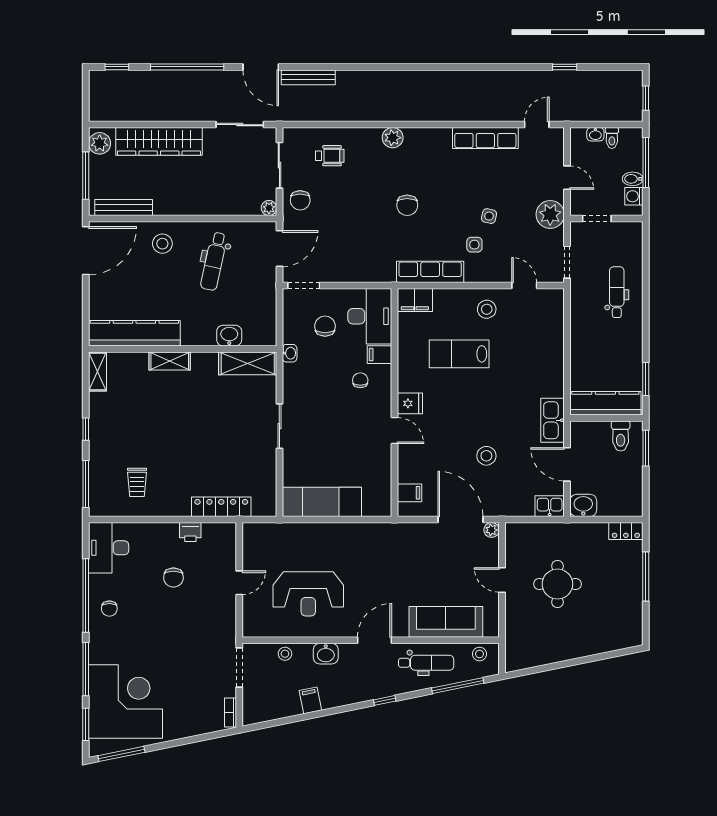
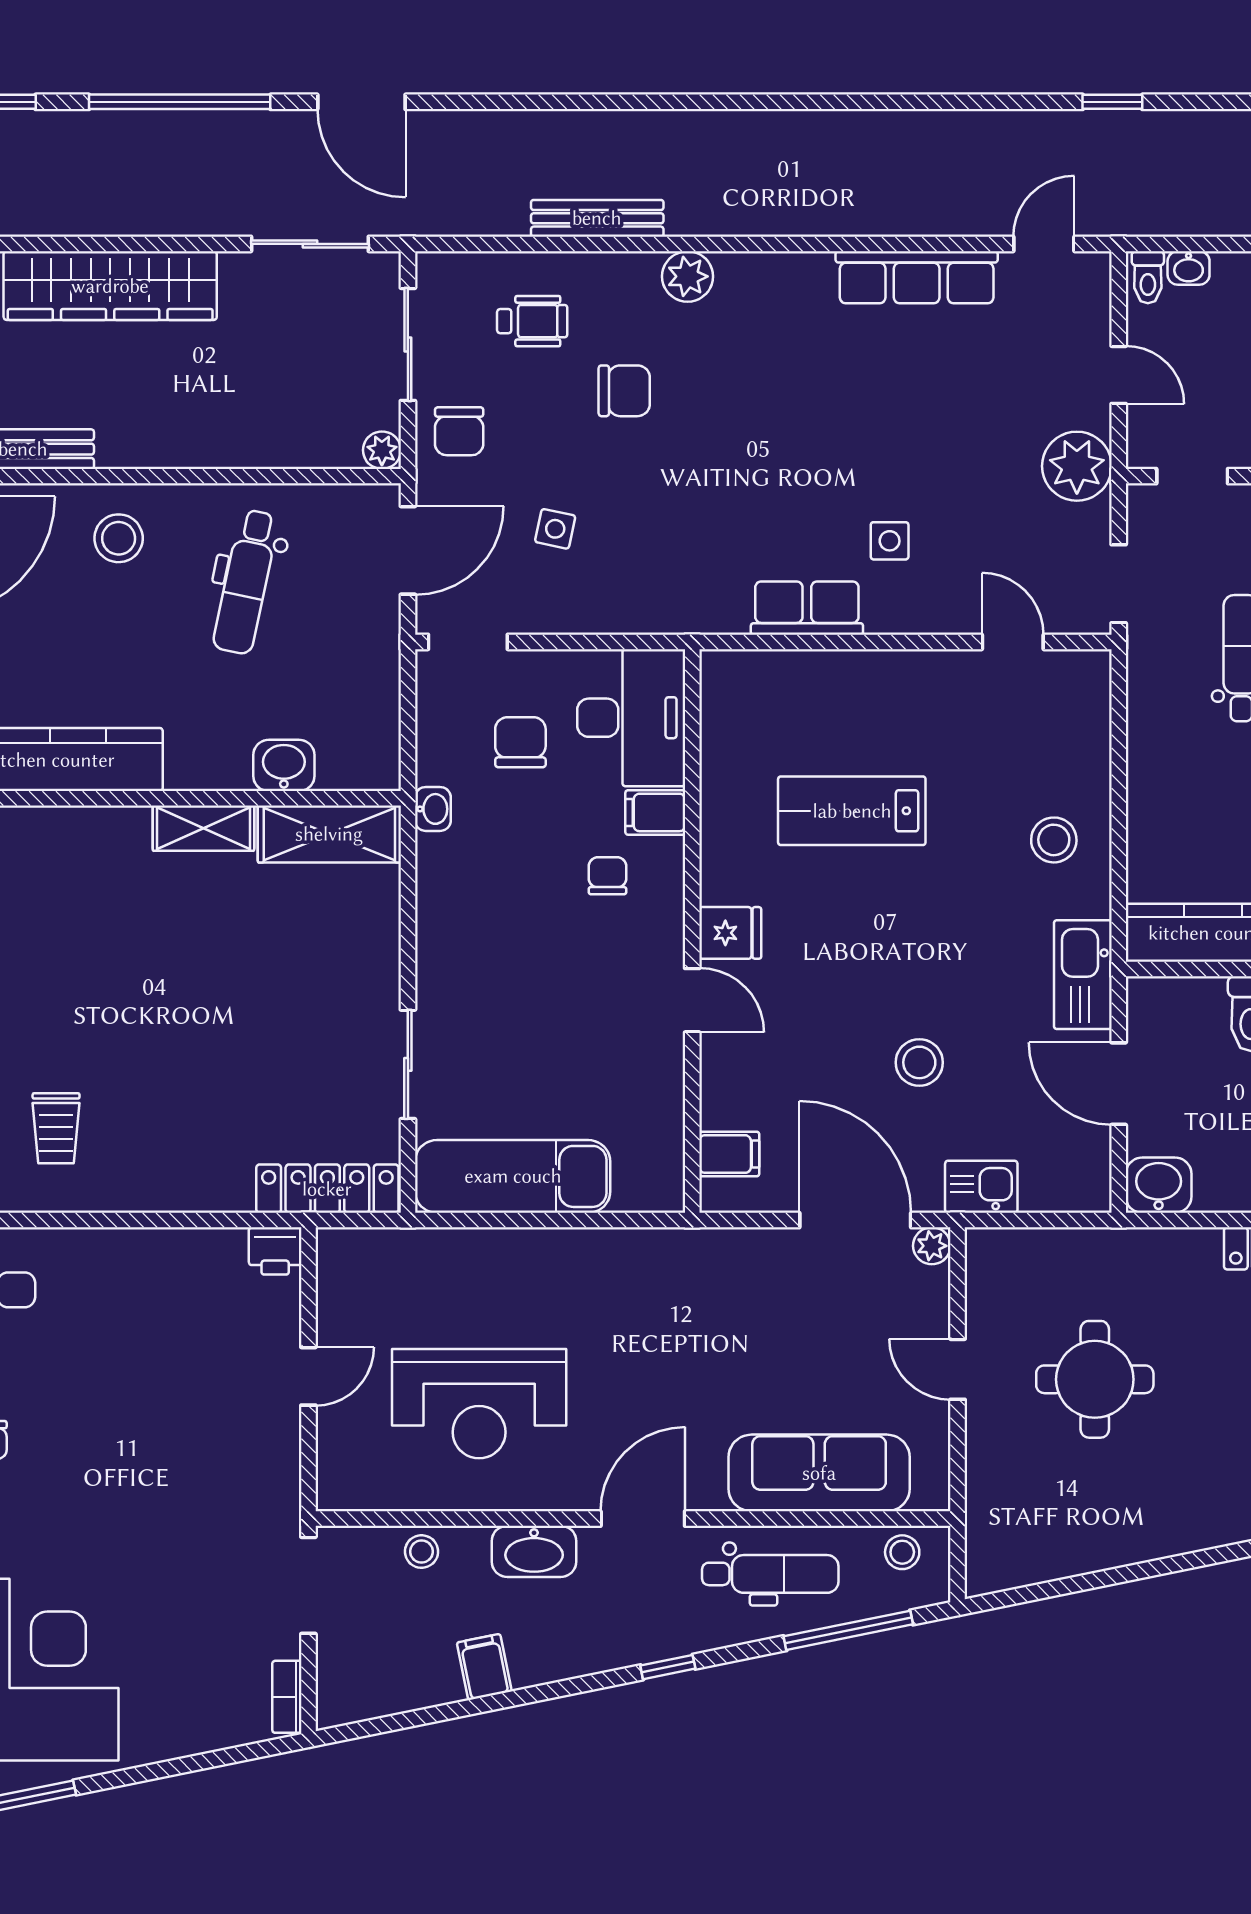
bench: (308, 77) -> (597, 218), moved
toilet: (612, 138) -> (1148, 277), moved
chair: (407, 205) -> (624, 391), moved, turned -90
side table: (489, 216) -> (555, 529), moved
row of seats: (430, 272) -> (807, 608), width x0.68
filing cabinet: (415, 300) -> (742, 678), removed
stool: (487, 309) -> (1054, 840), moved
shelving: (170, 361) -> (203, 828), moved
sliding door: (279, 426) -> (408, 1064), moved
kitchen sink: (550, 506) -> (981, 1187), moved
locker: (221, 507) -> (327, 1189), moved
printer: (190, 532) -> (275, 1251), moved
chair: (173, 578) -> (146, 1363), removed
washbasin: (326, 654) -> (534, 1551), width x1.38

